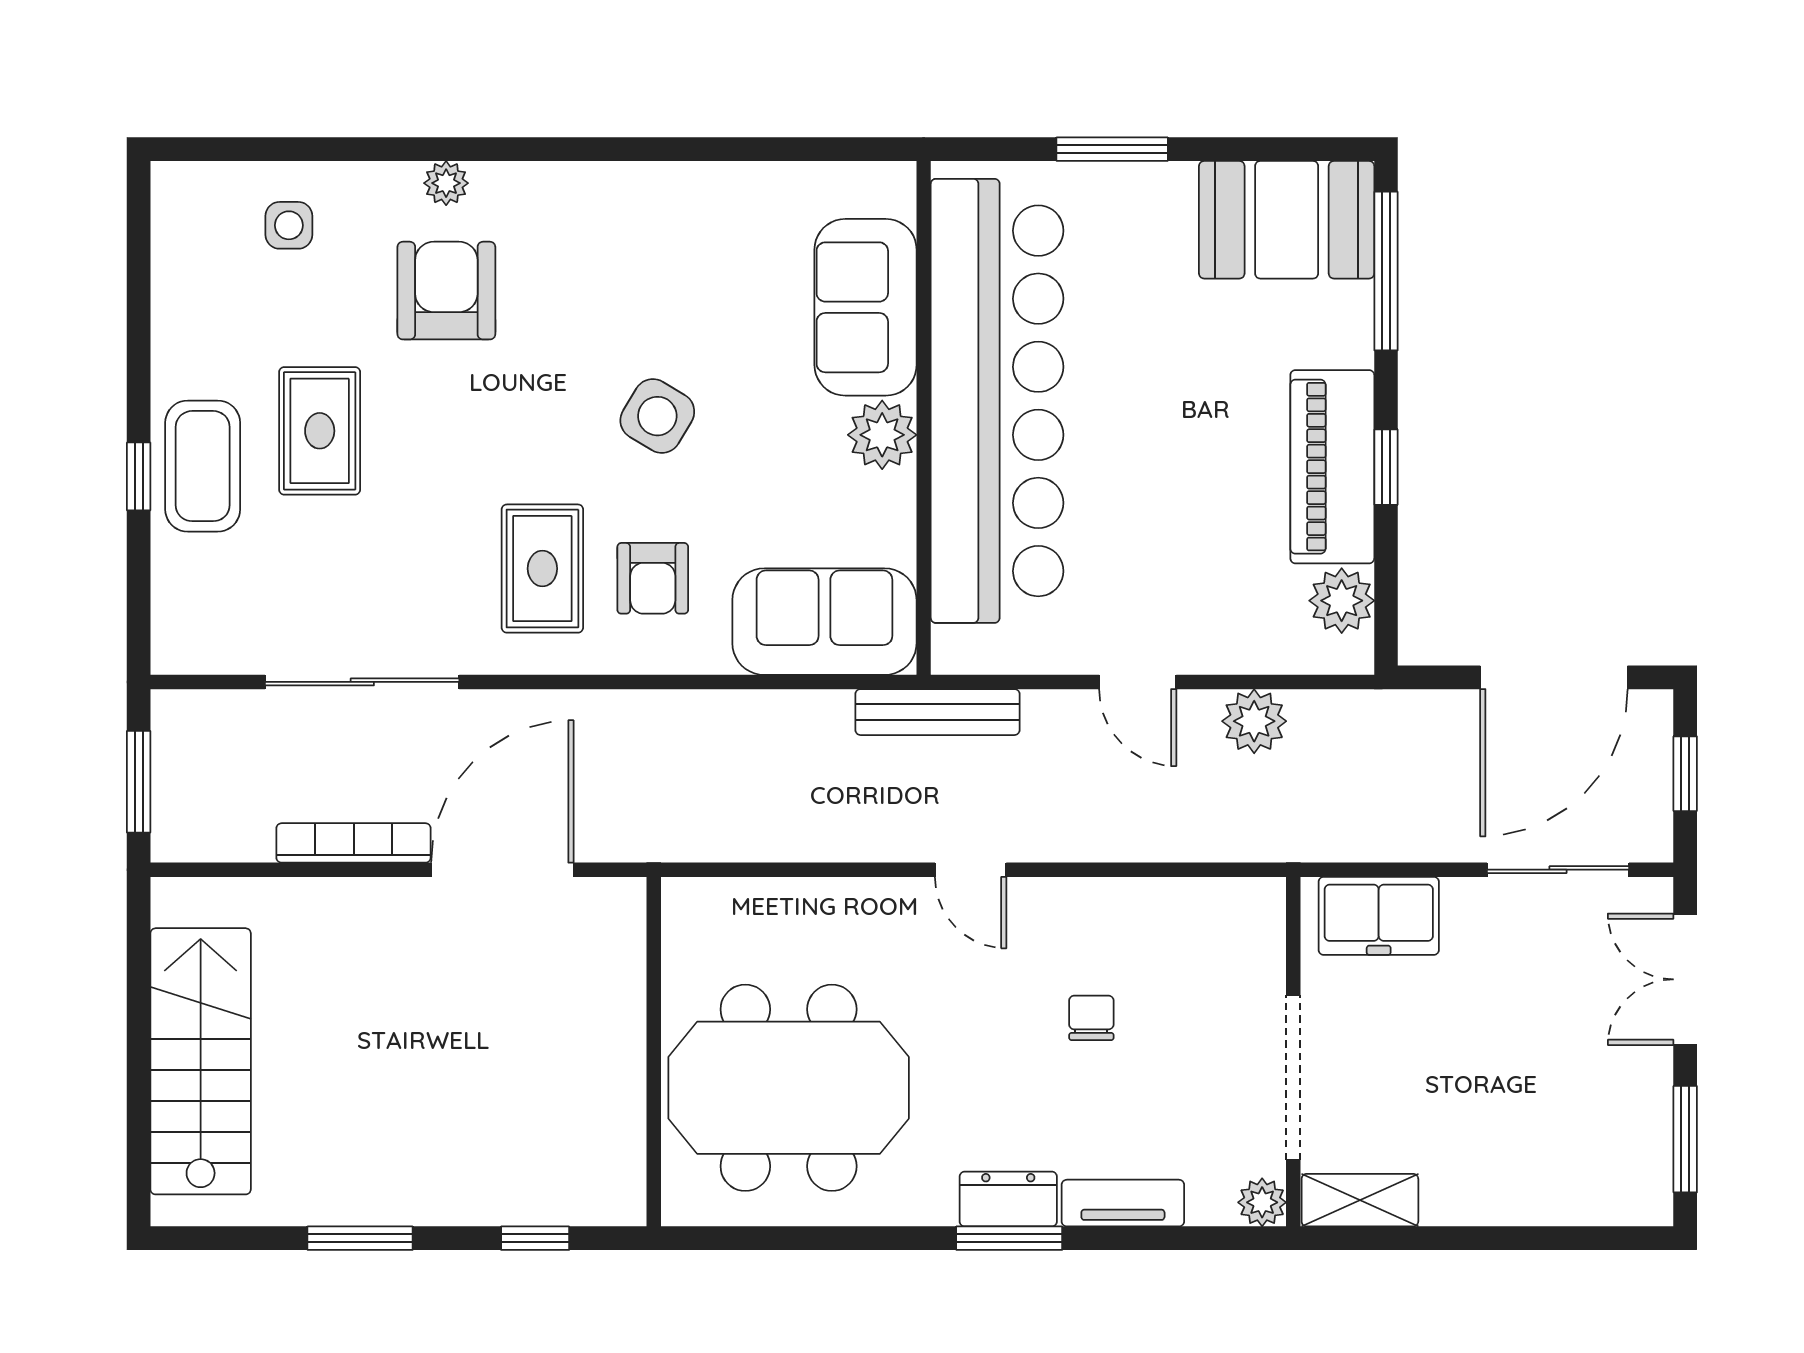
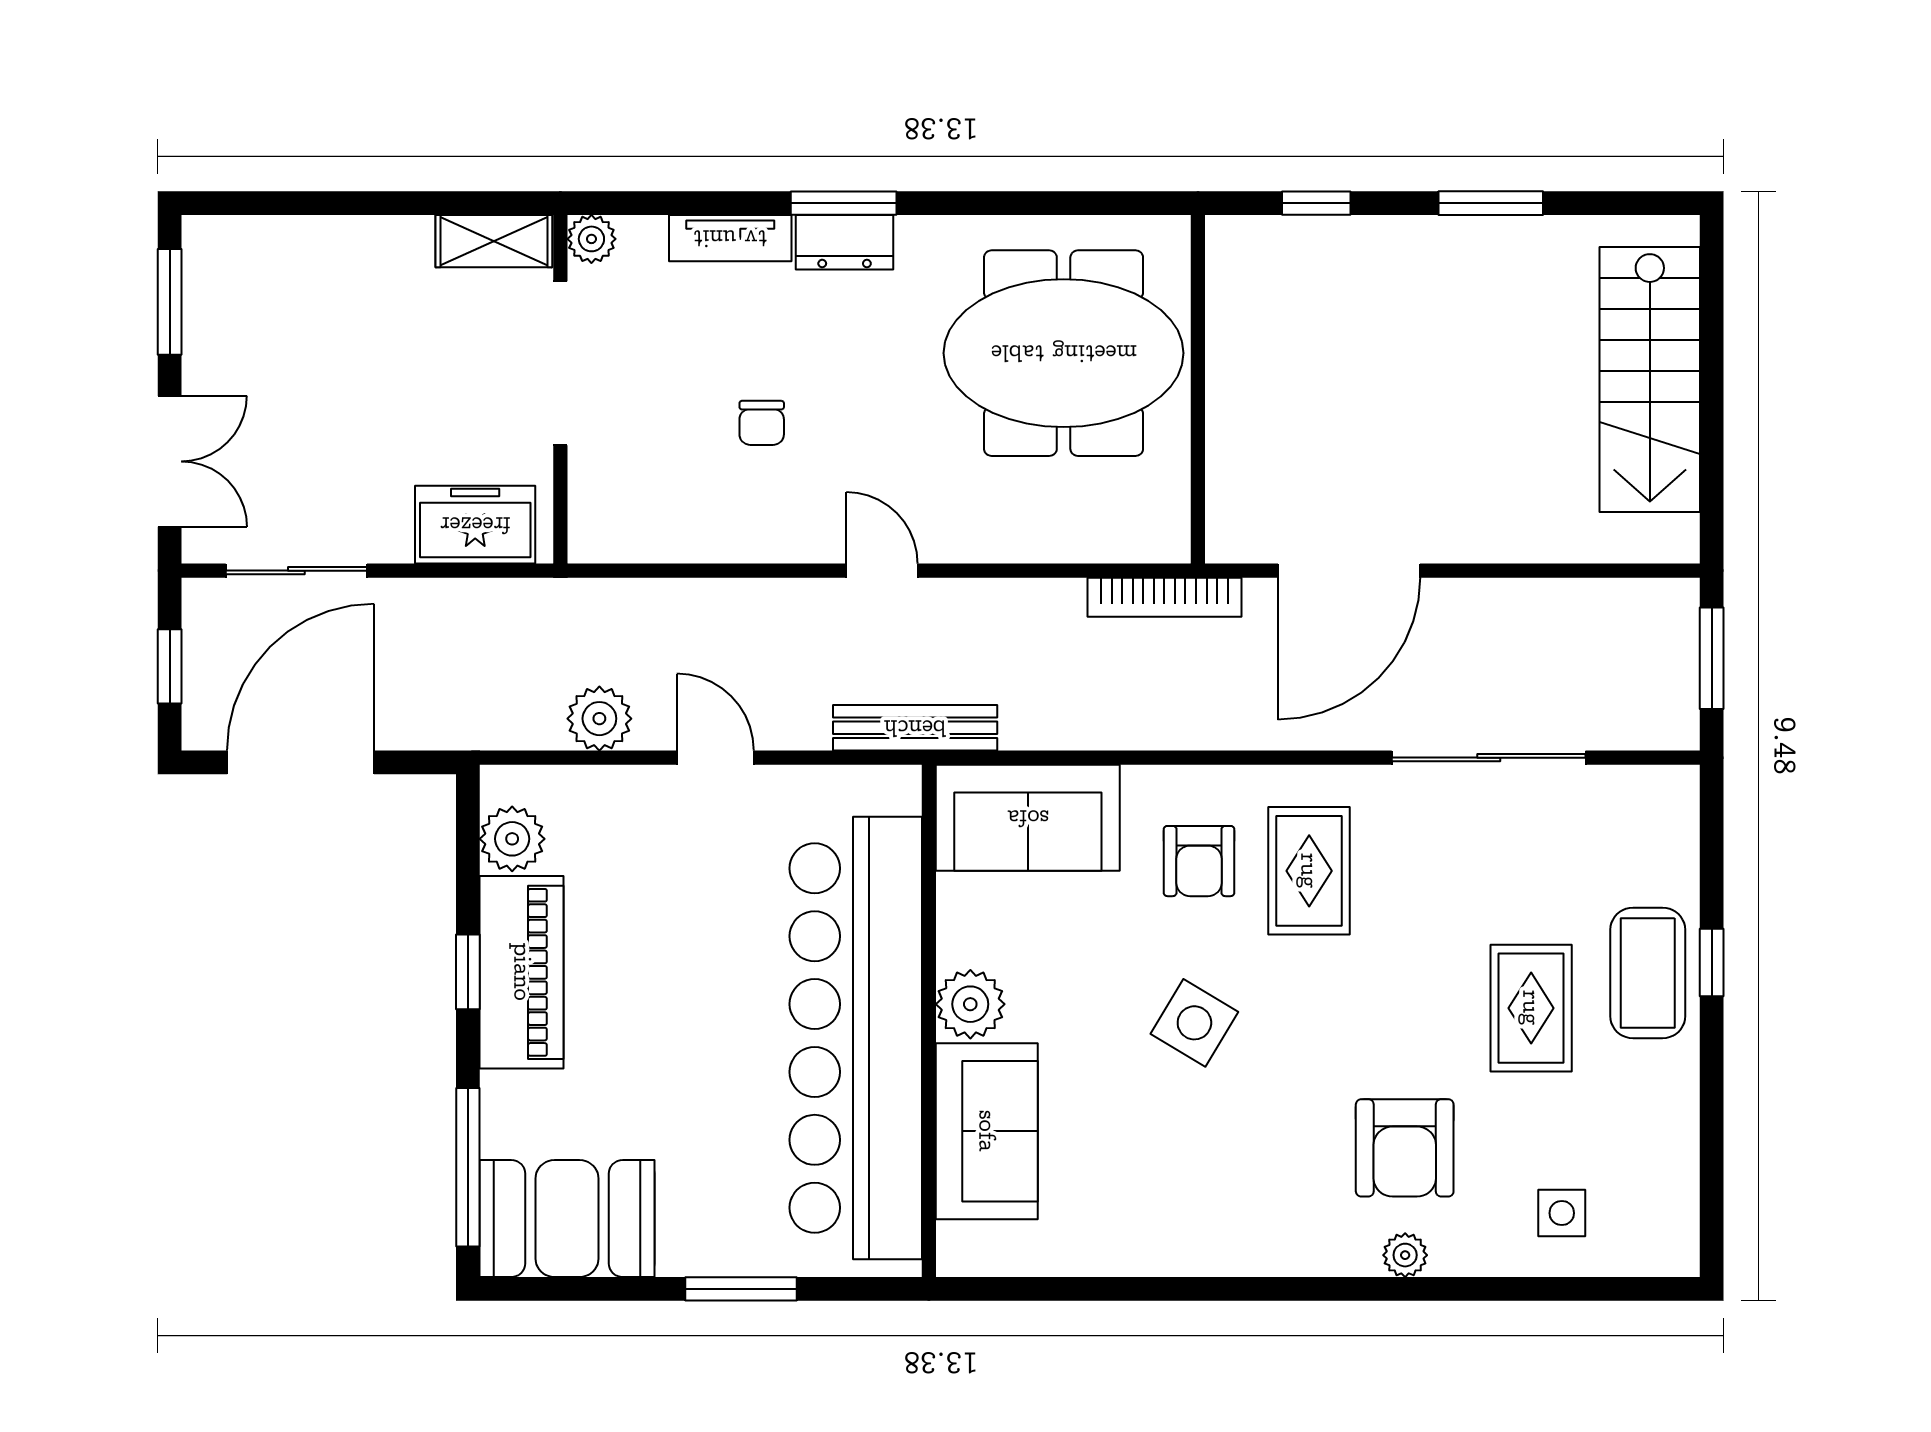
armchair: (653, 578) -> (1199, 861), turned 180
bookcase: (354, 843) -> (1164, 597), moved

